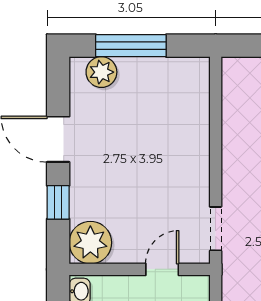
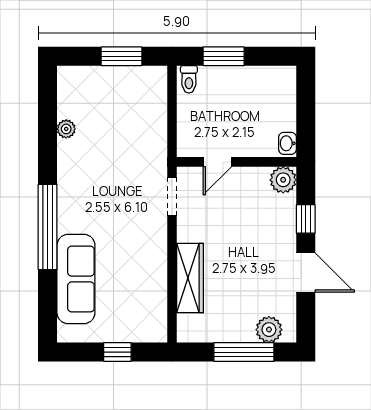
wardrobe: (194, 133) -> (190, 278), added
plant: (90, 243) -> (283, 180), width x0.73, depth x0.73

